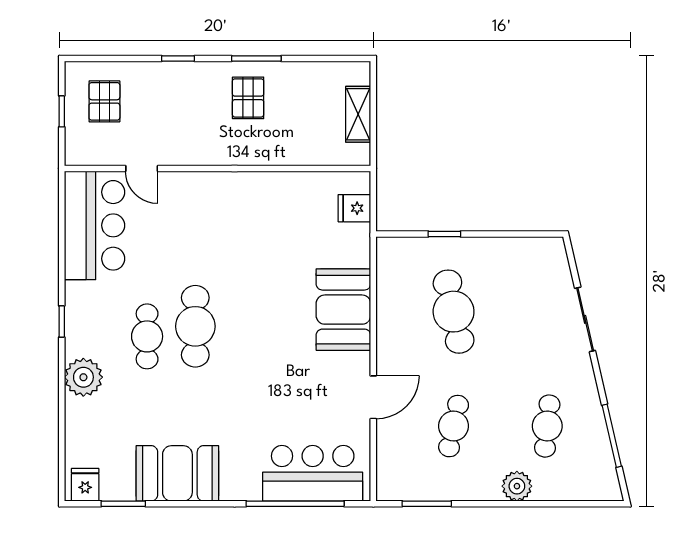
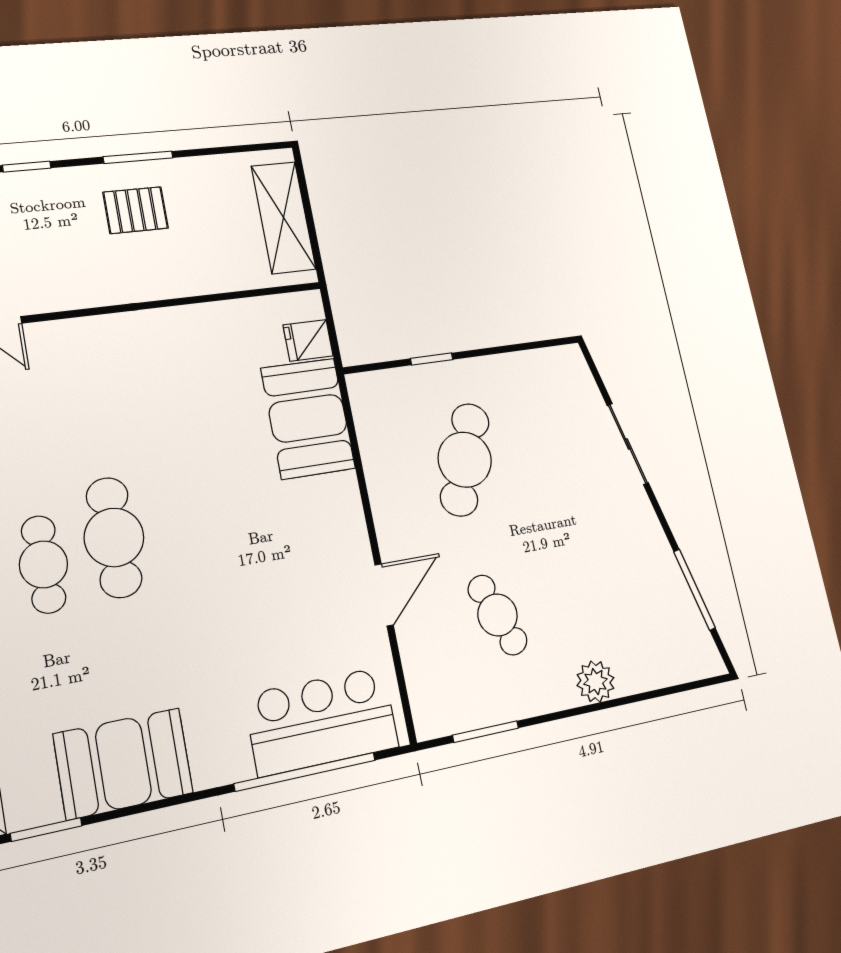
pallet: (248, 98) -> (136, 210), turned 90
shelving: (358, 114) -> (284, 218), width x1.50, depth x1.33
booth: (343, 310) -> (308, 418), moved
cafe table: (454, 312) -> (465, 460), turned 33
cafe table: (454, 426) -> (498, 615), turned -33
cafe table: (547, 426) -> (614, 592), removed

